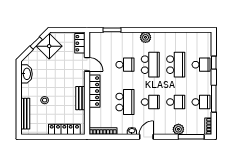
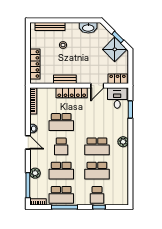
desk: (100, 44) -> (117, 98), added
school desk: (125, 65) -> (97, 122), removed
school desk: (176, 102) -> (61, 171), width x1.85
school desk: (201, 102) -> (61, 195), width x1.85

